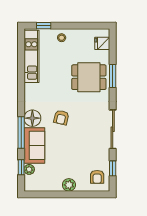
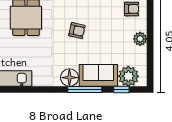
armchair: (61, 117) -> (77, 31), moved
plant: (29, 169) -> (128, 76), width x1.88, depth x1.88

